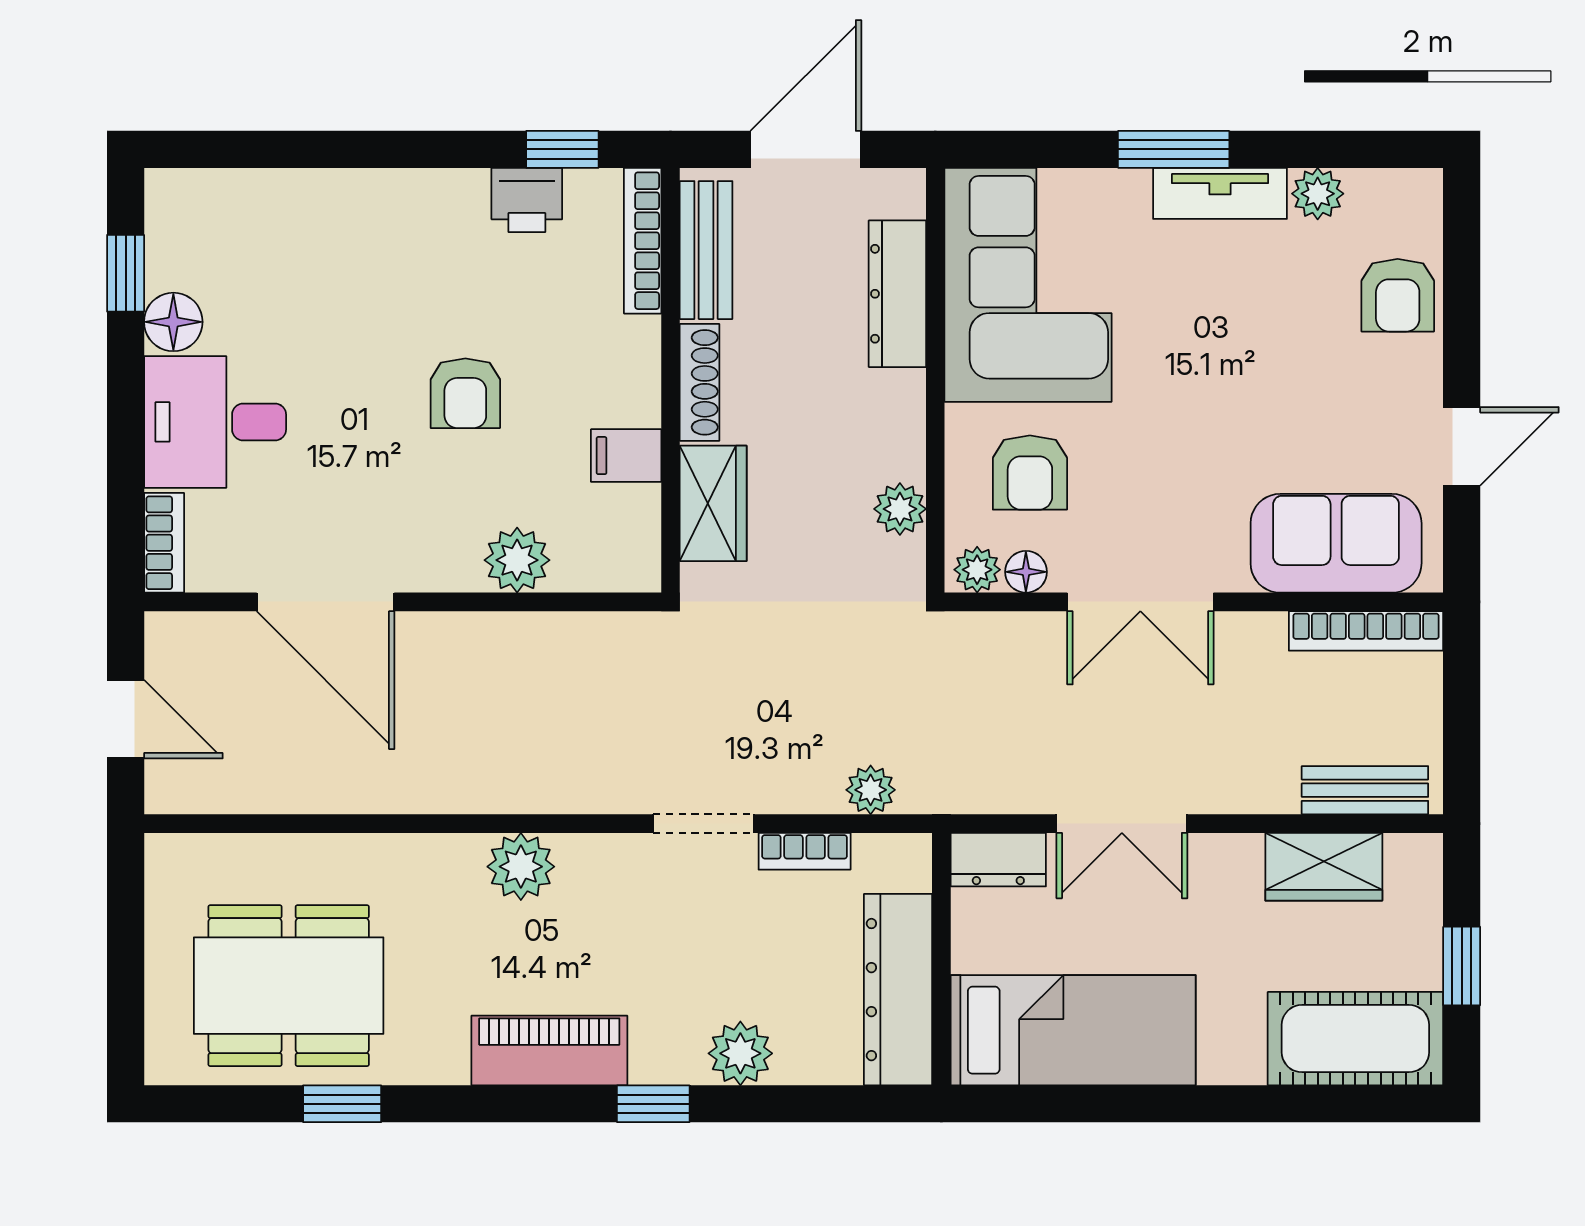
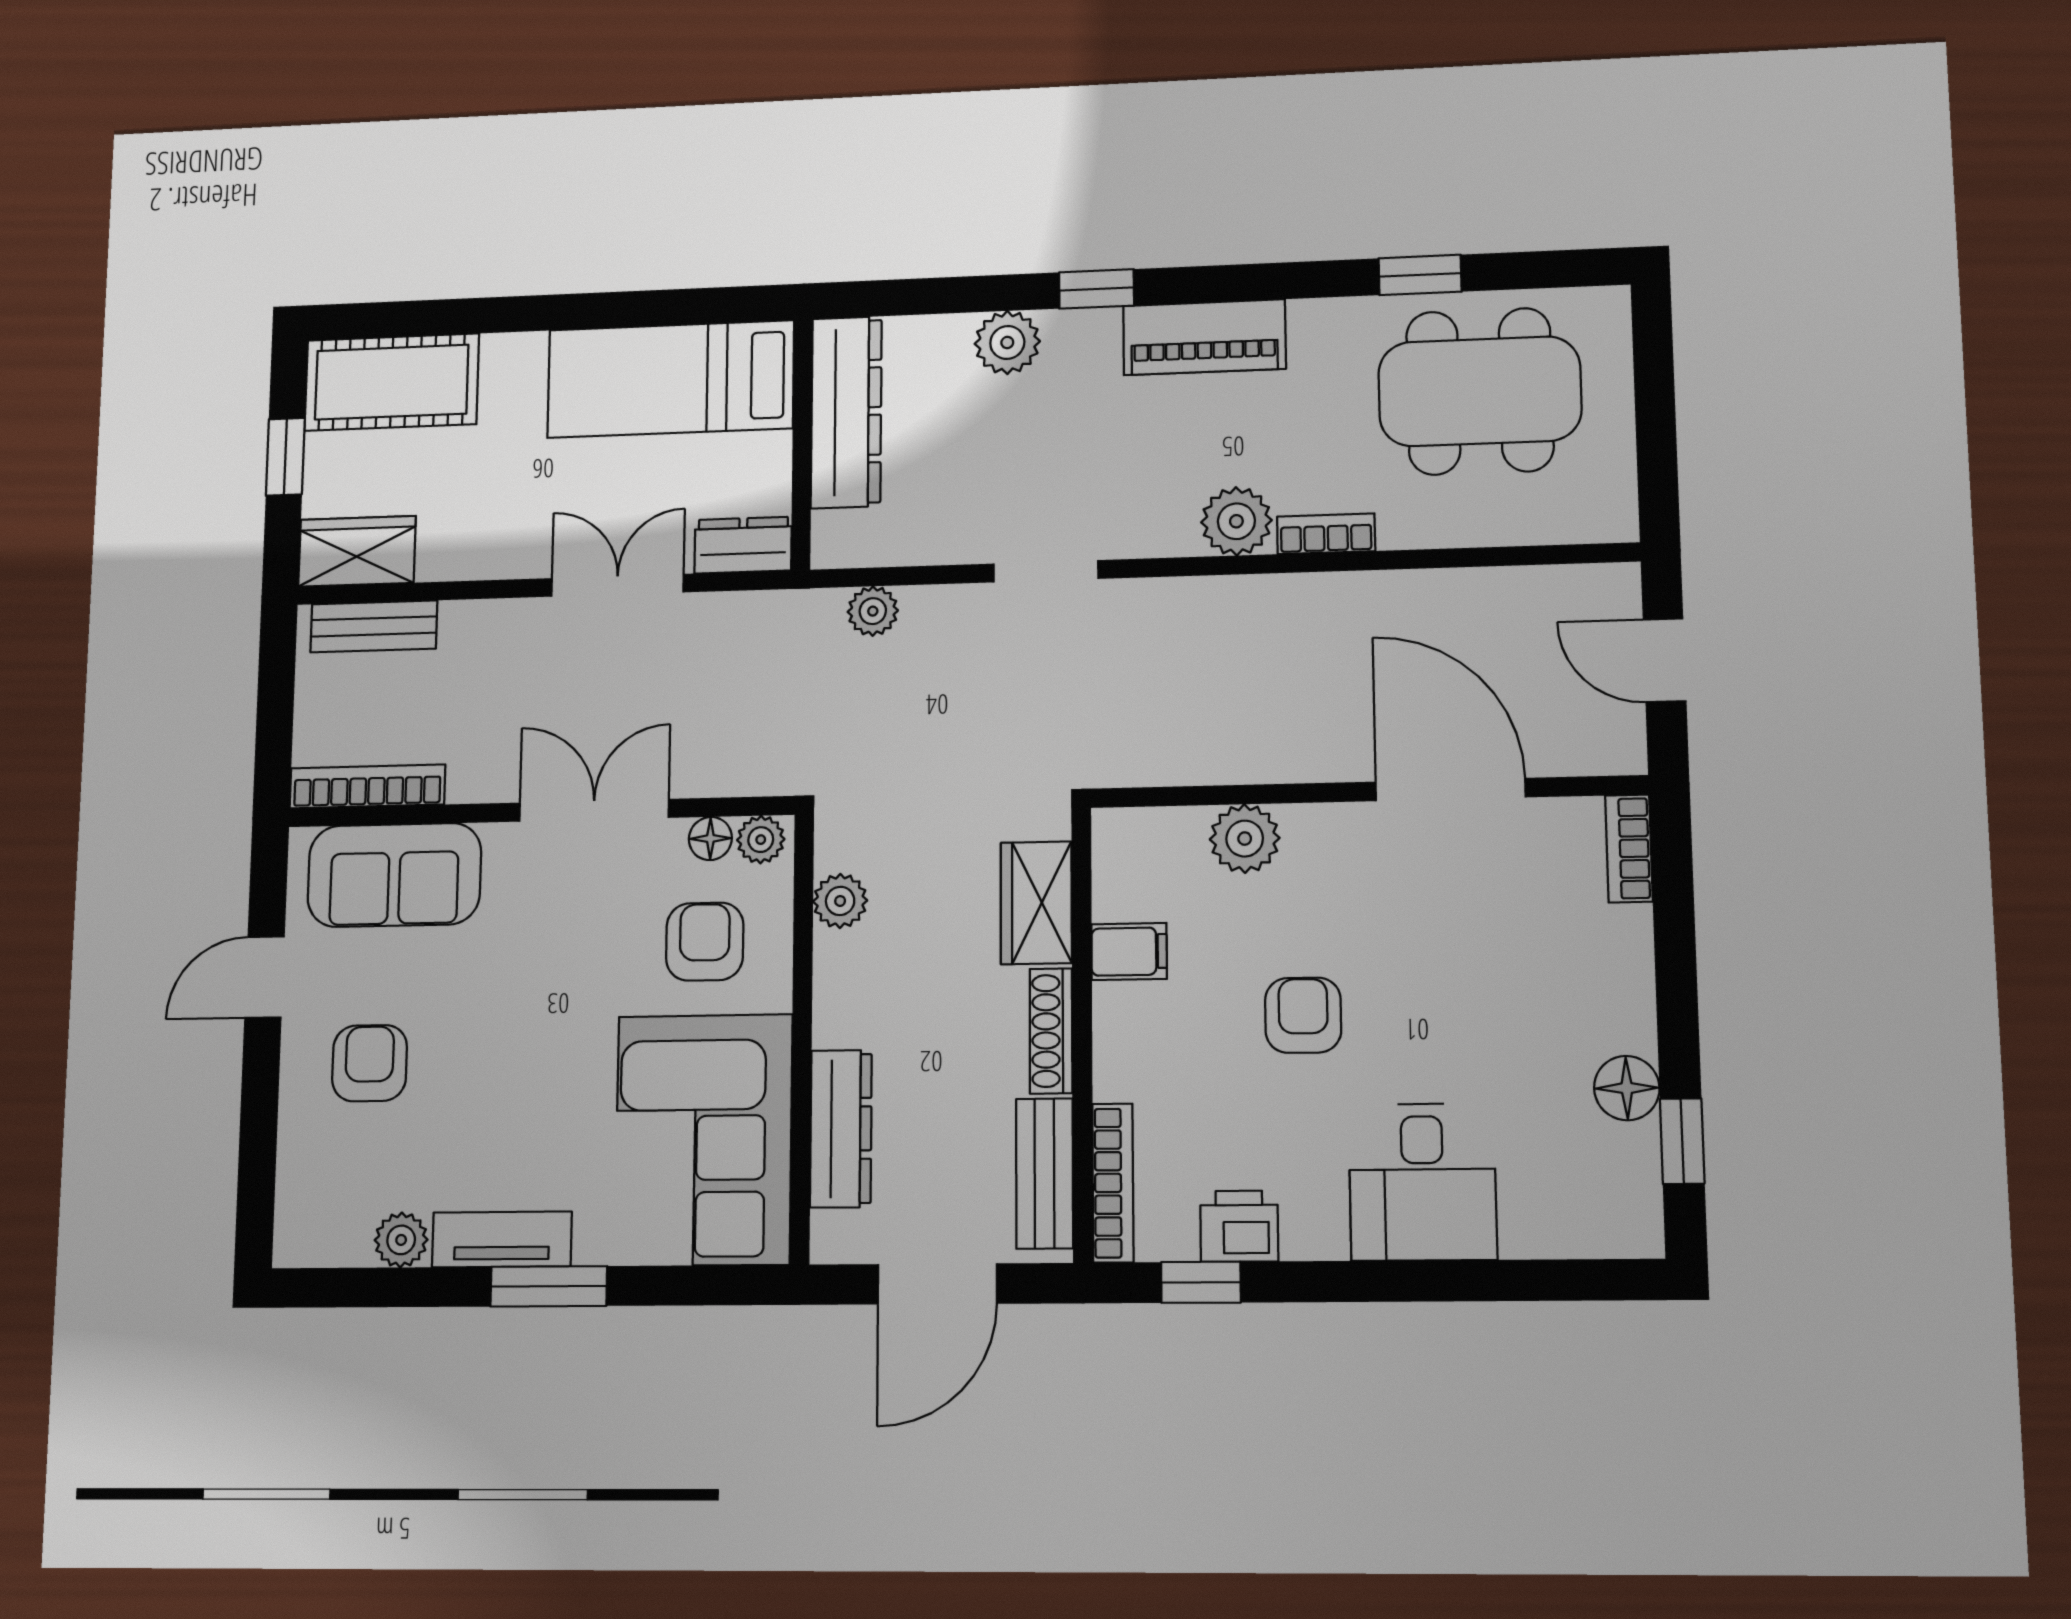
armchair: (1398, 295) -> (370, 1063), moved
desk: (215, 422) -> (1423, 1182), moved, turned 90
bookcase: (805, 851) -> (1326, 534), moved
wardrobe: (1324, 867) -> (357, 551), moved

